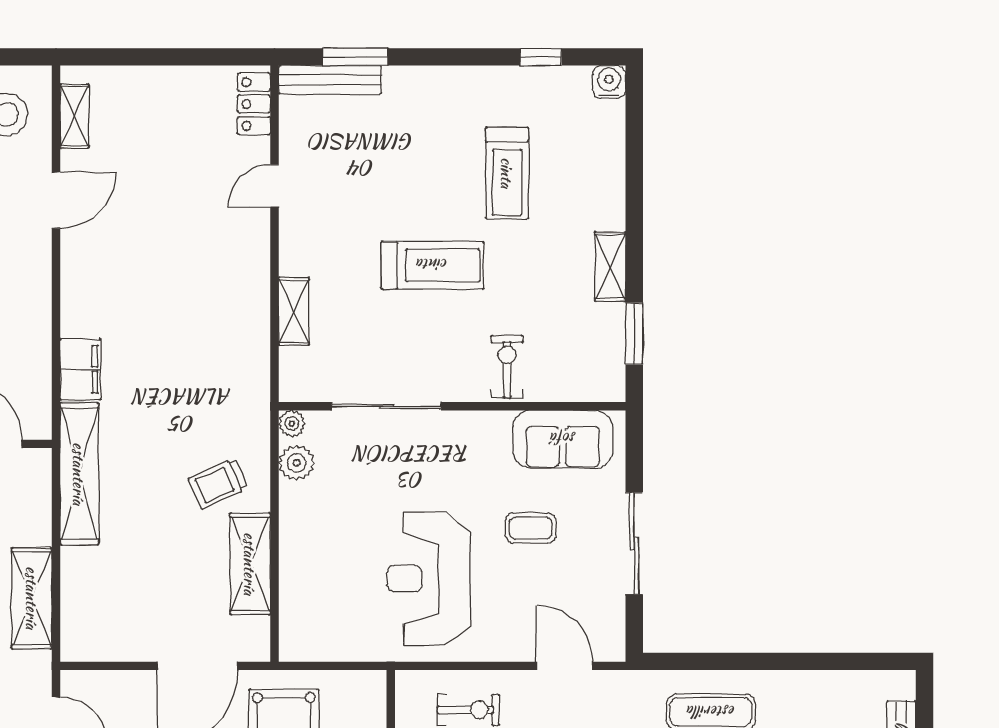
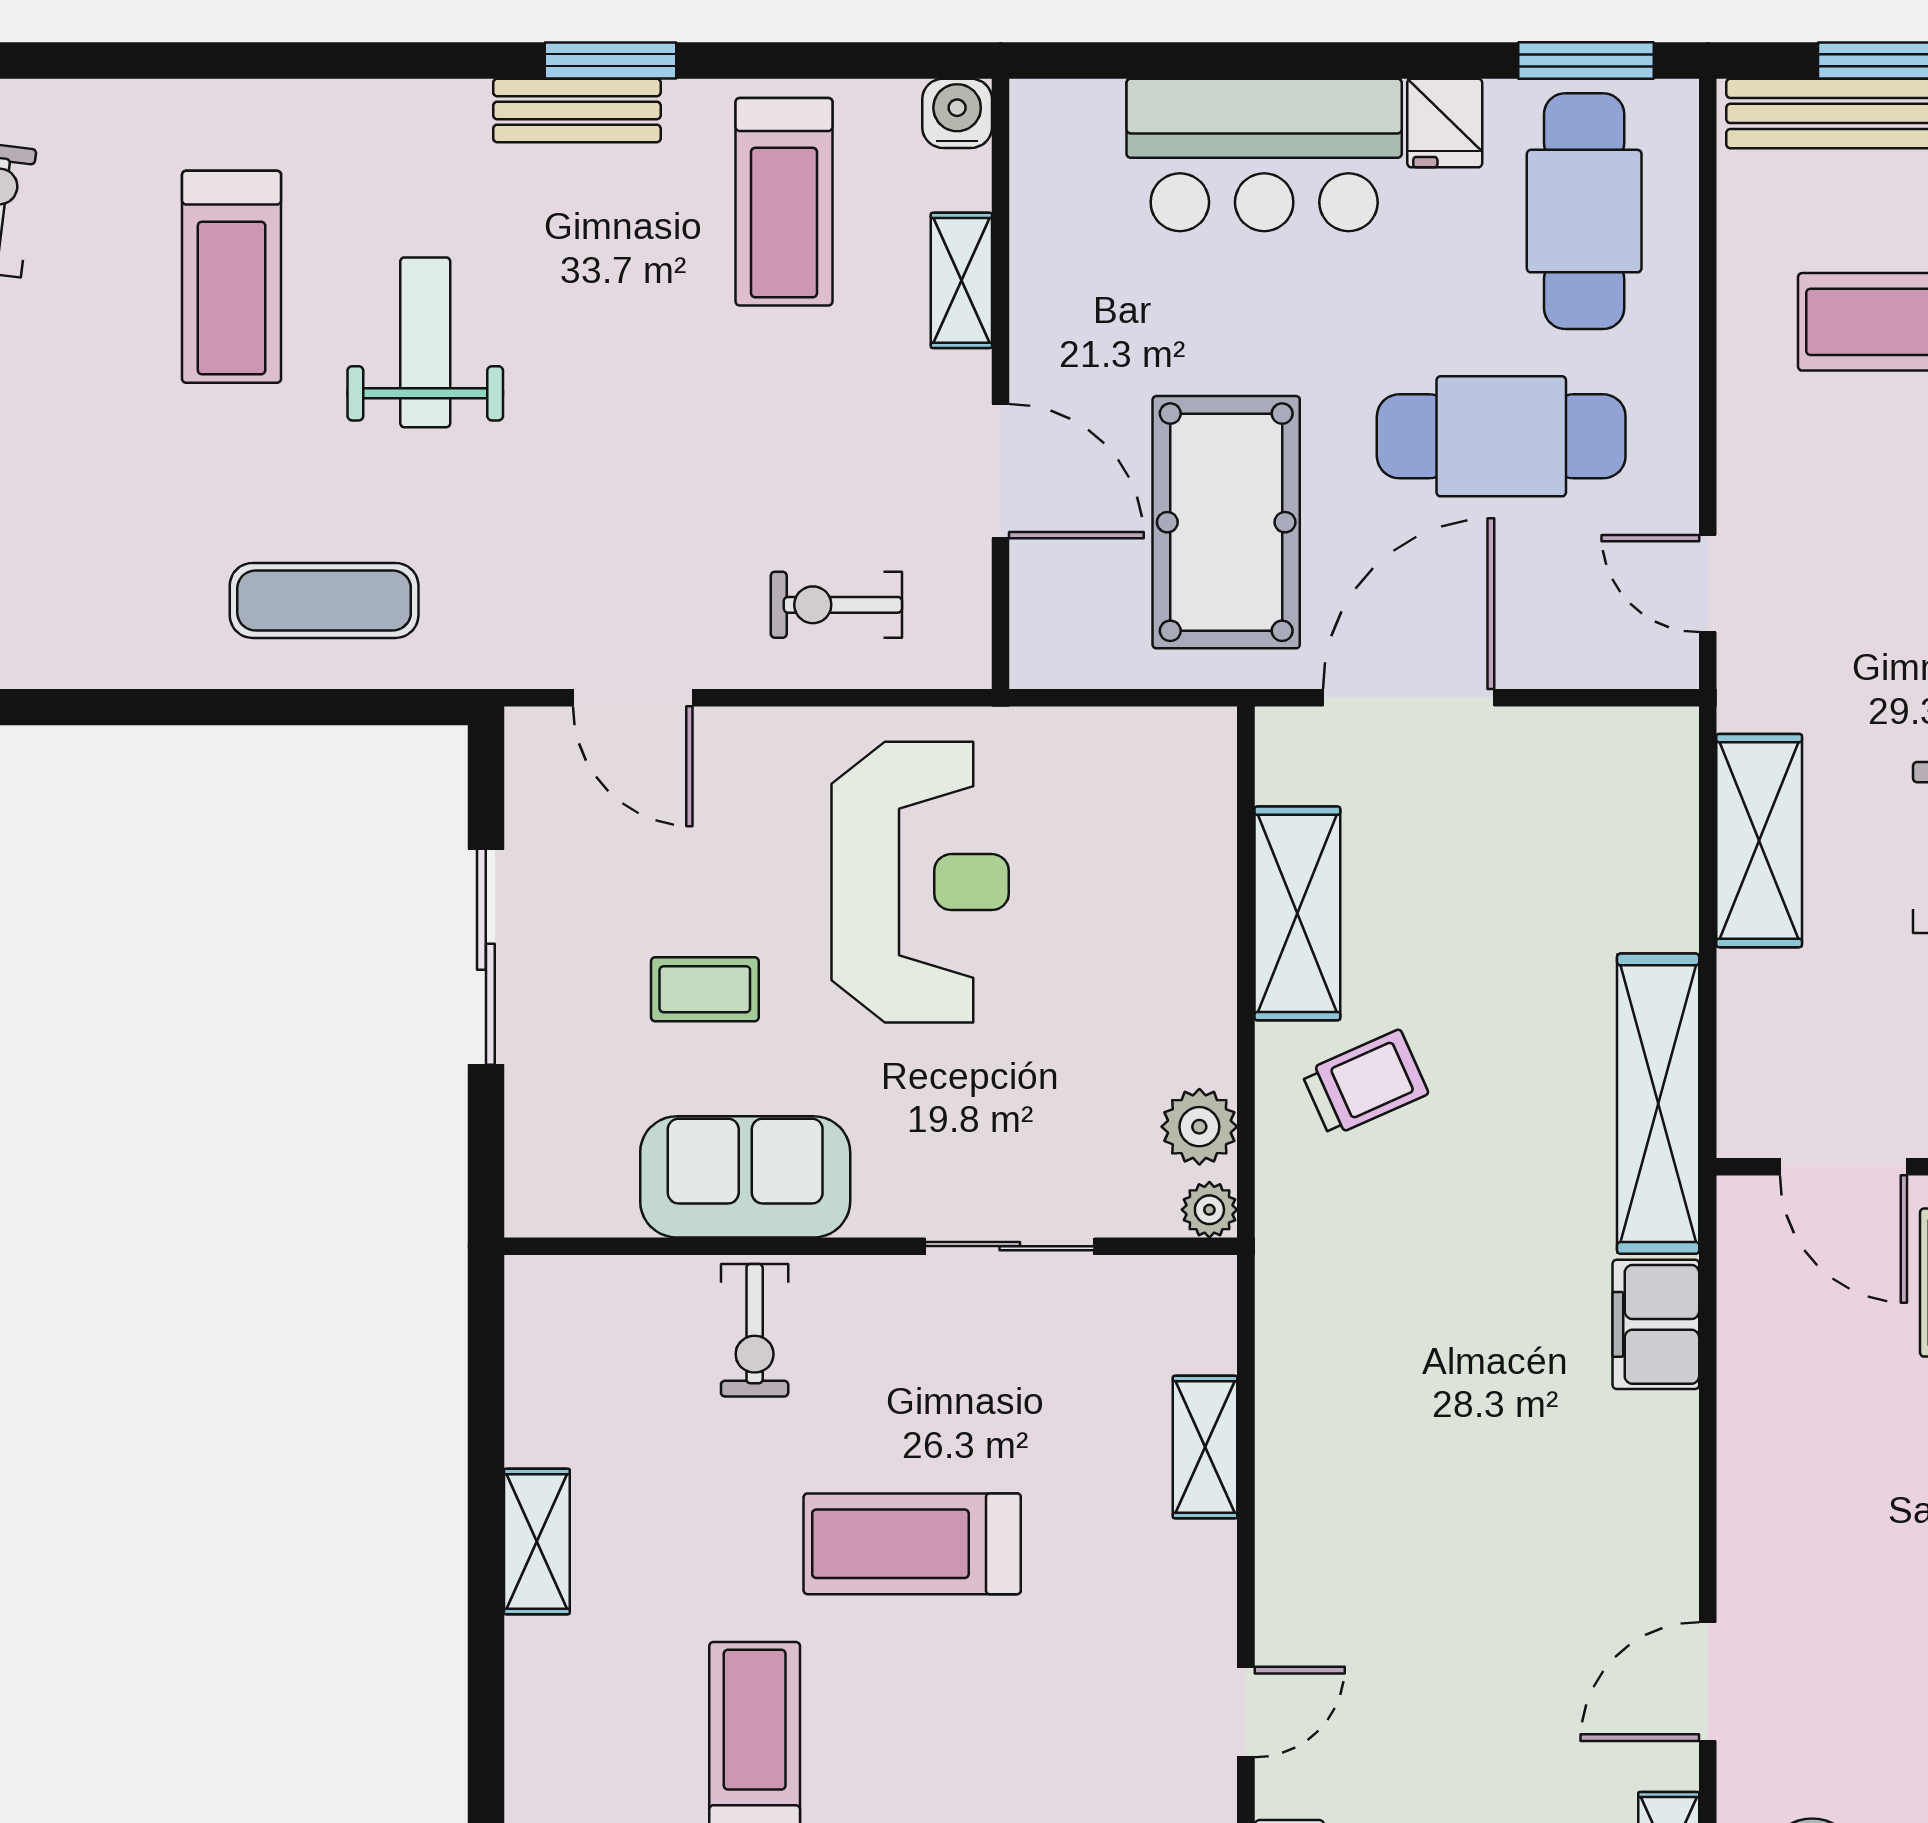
window: (634, 334) -> (486, 1400), removed
sliding door: (386, 406) -> (1010, 1246), width x0.73
sofa: (563, 439) -> (745, 1177), moved

